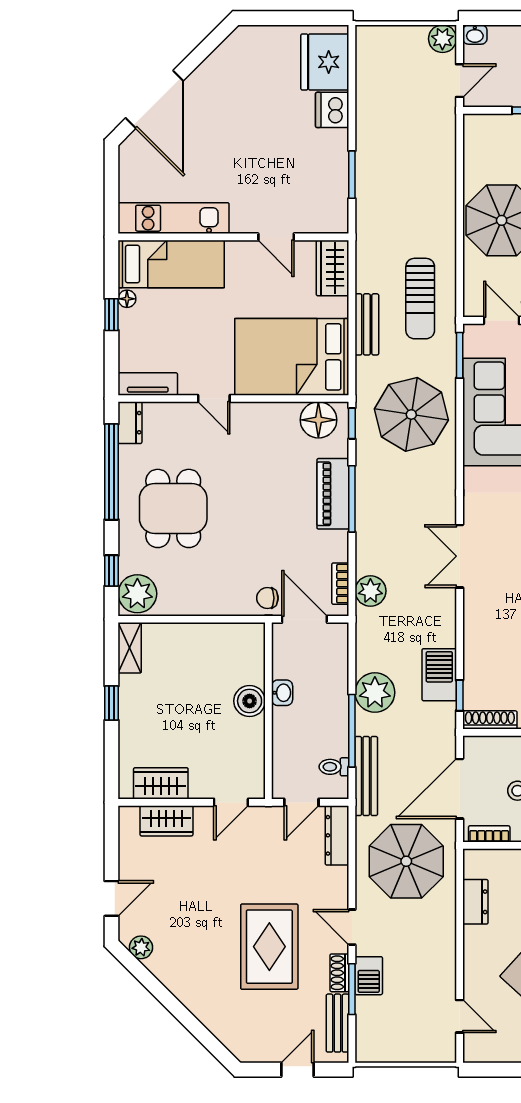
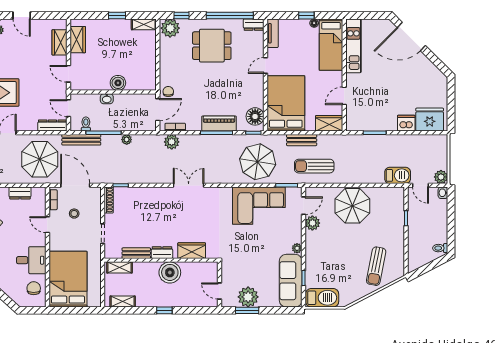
barbecue: (439, 675) -> (398, 175), moved
washbasin: (282, 693) -> (107, 99), moved
plant: (375, 693) -> (127, 140), width x0.53, depth x0.53

